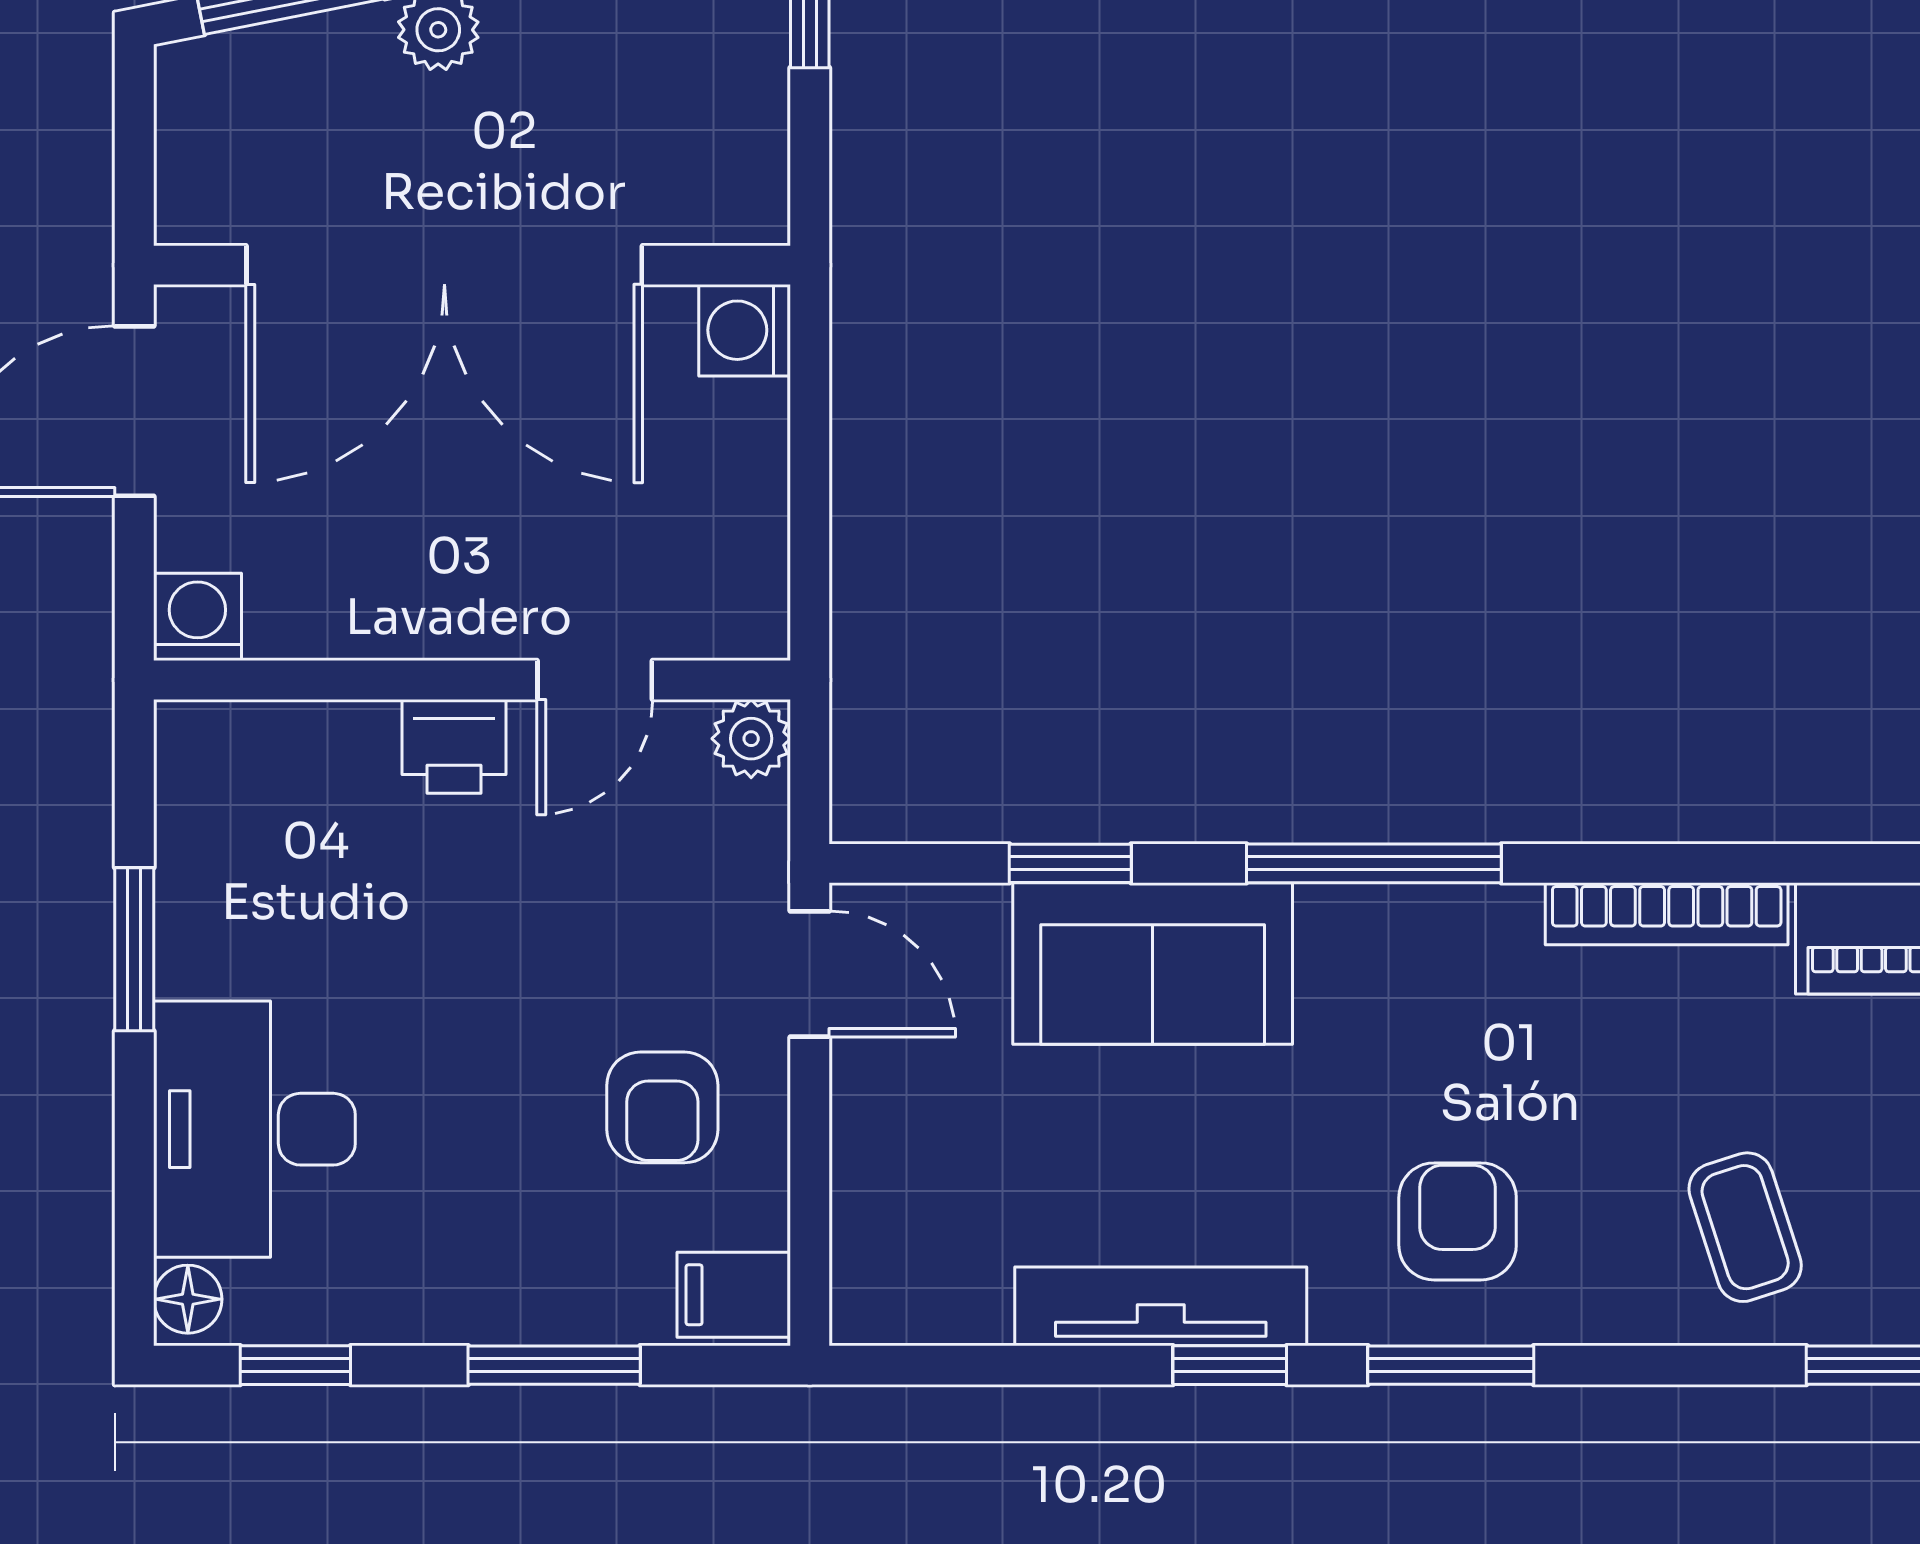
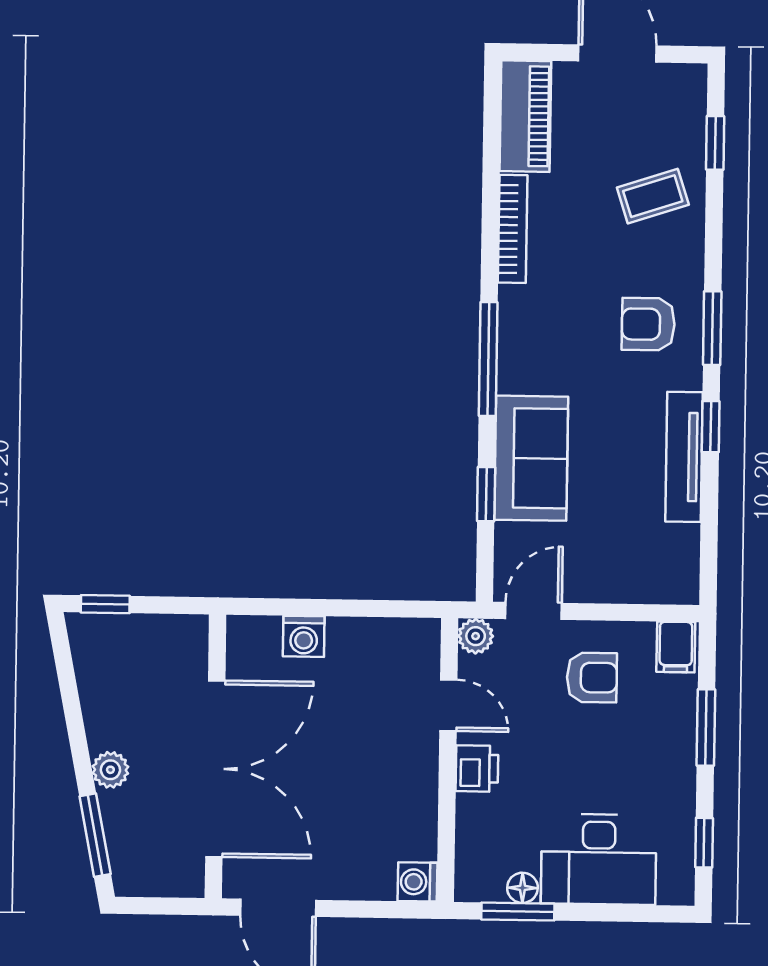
washing machine: (745, 330) -> (304, 636), moved
washing machine: (197, 617) -> (417, 882), moved
wall: (472, 680) -> (448, 760), moved
door: (595, 680) -> (448, 705), moved
plant: (751, 739) -> (476, 636), moved
printer: (454, 746) -> (477, 769), moved
floor lamp: (188, 1299) -> (523, 888), moved

